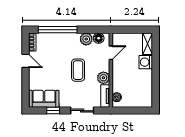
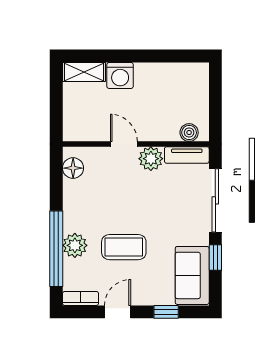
plant: (86, 39) -> (75, 245), moved
door: (111, 53) -> (124, 144), moved
coffee table: (78, 70) -> (124, 247), moved
window: (25, 85) -> (166, 312), added
sliding door: (82, 111) -> (215, 200), width x1.37

